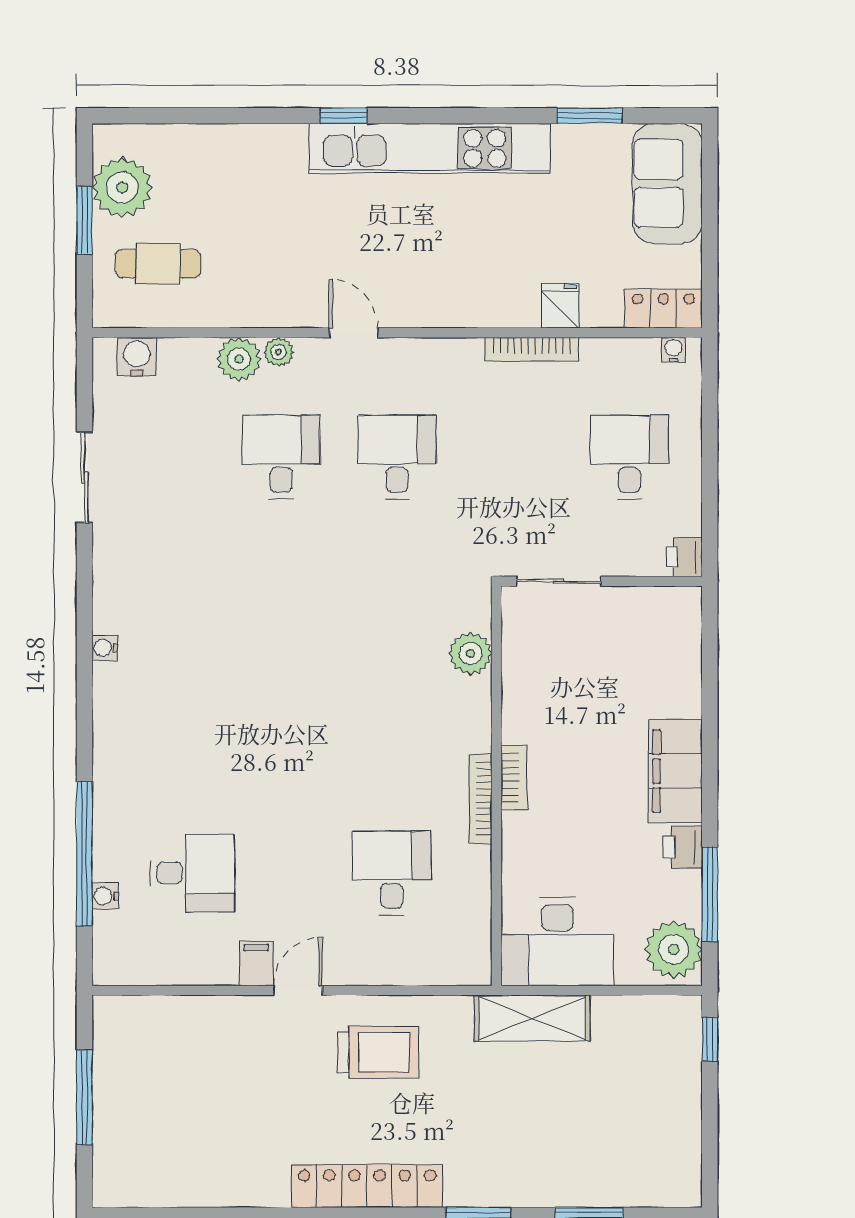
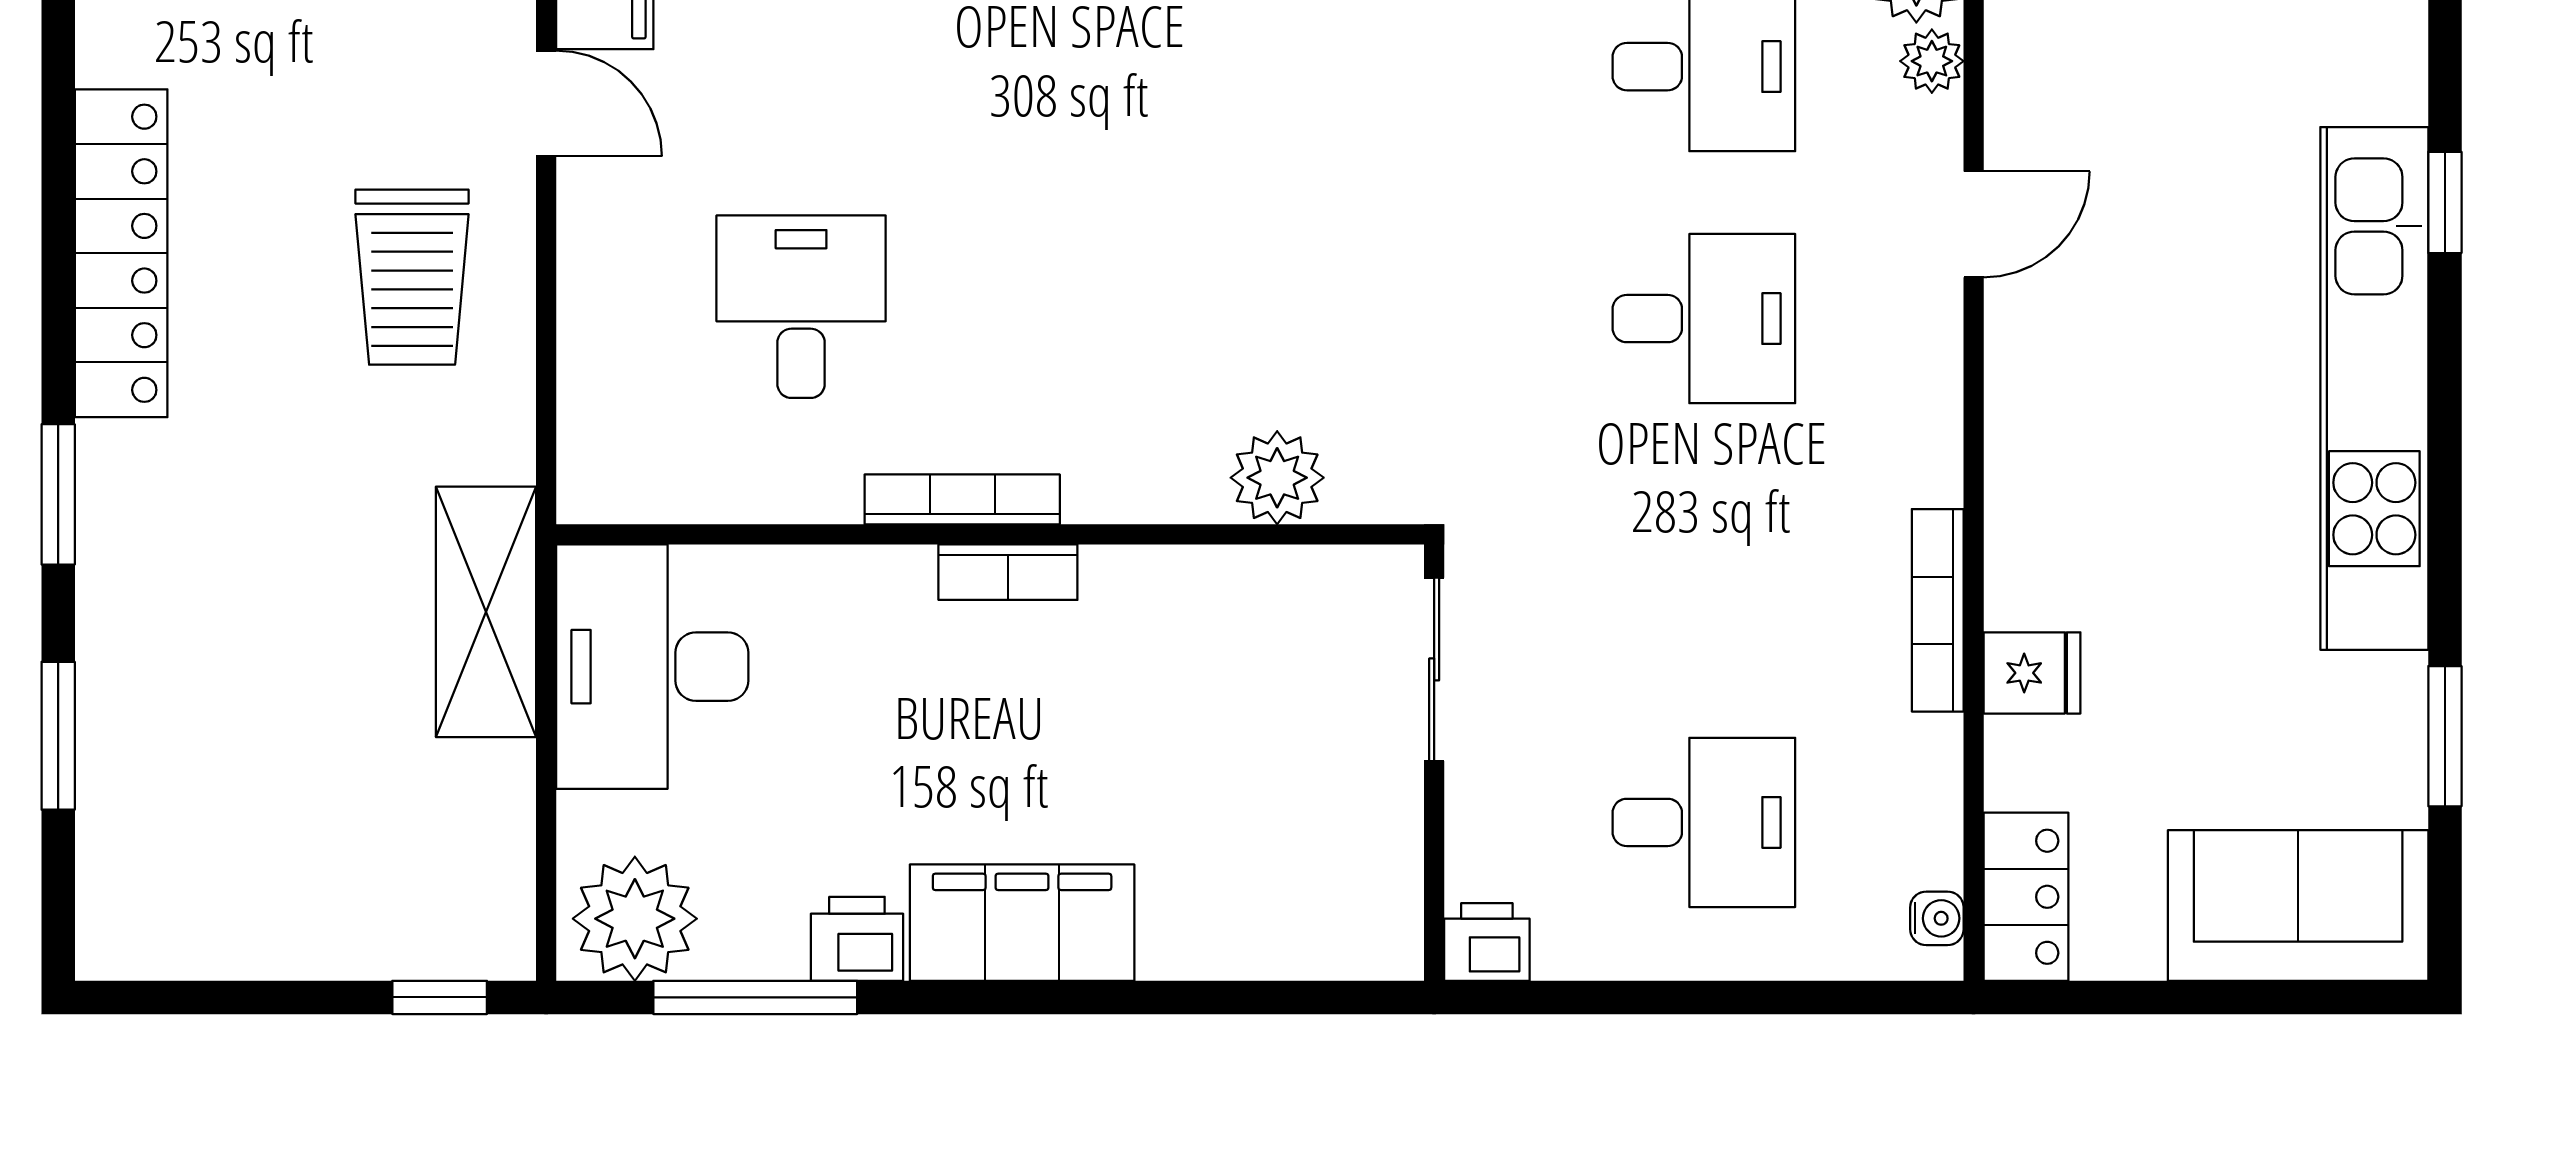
desk: (392, 873) -> (801, 307), turned -90

